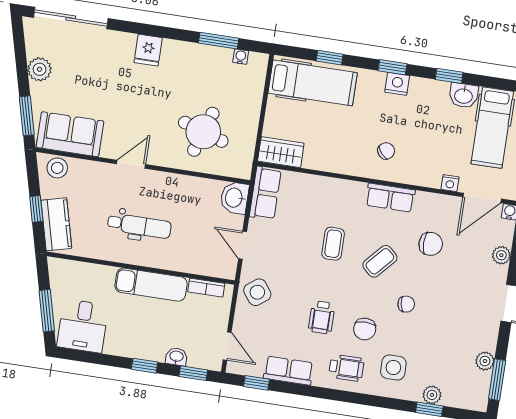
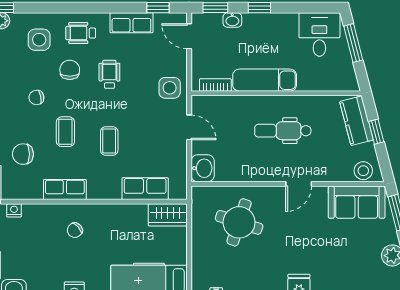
row of seats: (265, 193) -> (145, 189), moved, turned 90
coffee table: (380, 261) -> (65, 132), turned -42
side table: (257, 292) -> (170, 88), turned 37

